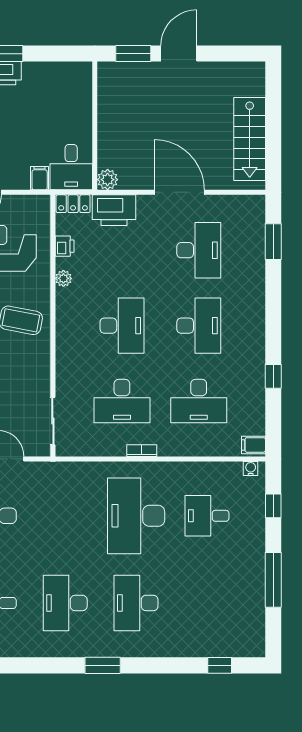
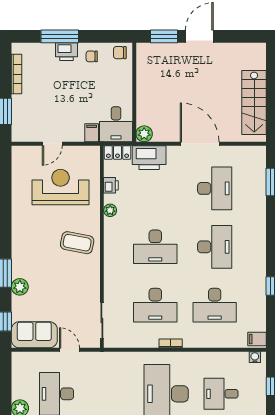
chair: (76, 75) -> (120, 53), added
chair: (40, 79) -> (92, 56), added
desk: (122, 326) -> (155, 247), turned 90

